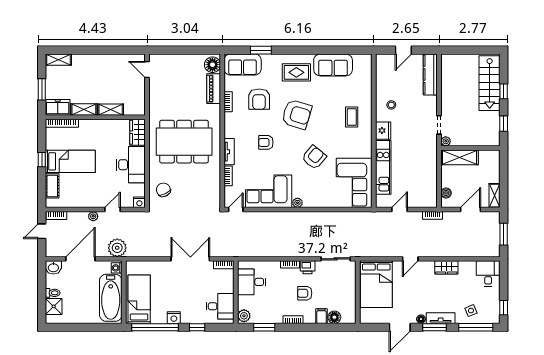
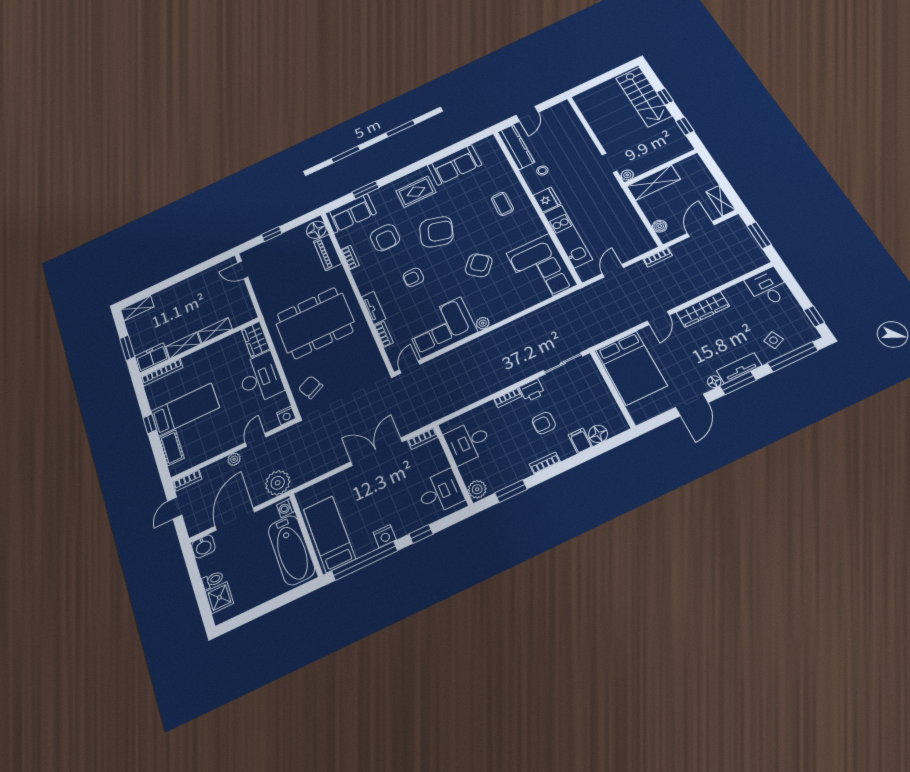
window: (179, 50) -> (272, 234), added
kitchen counter: (430, 74) -> (516, 147), moved, turned 180
wardrobe: (446, 267) -> (703, 309), width x1.50

